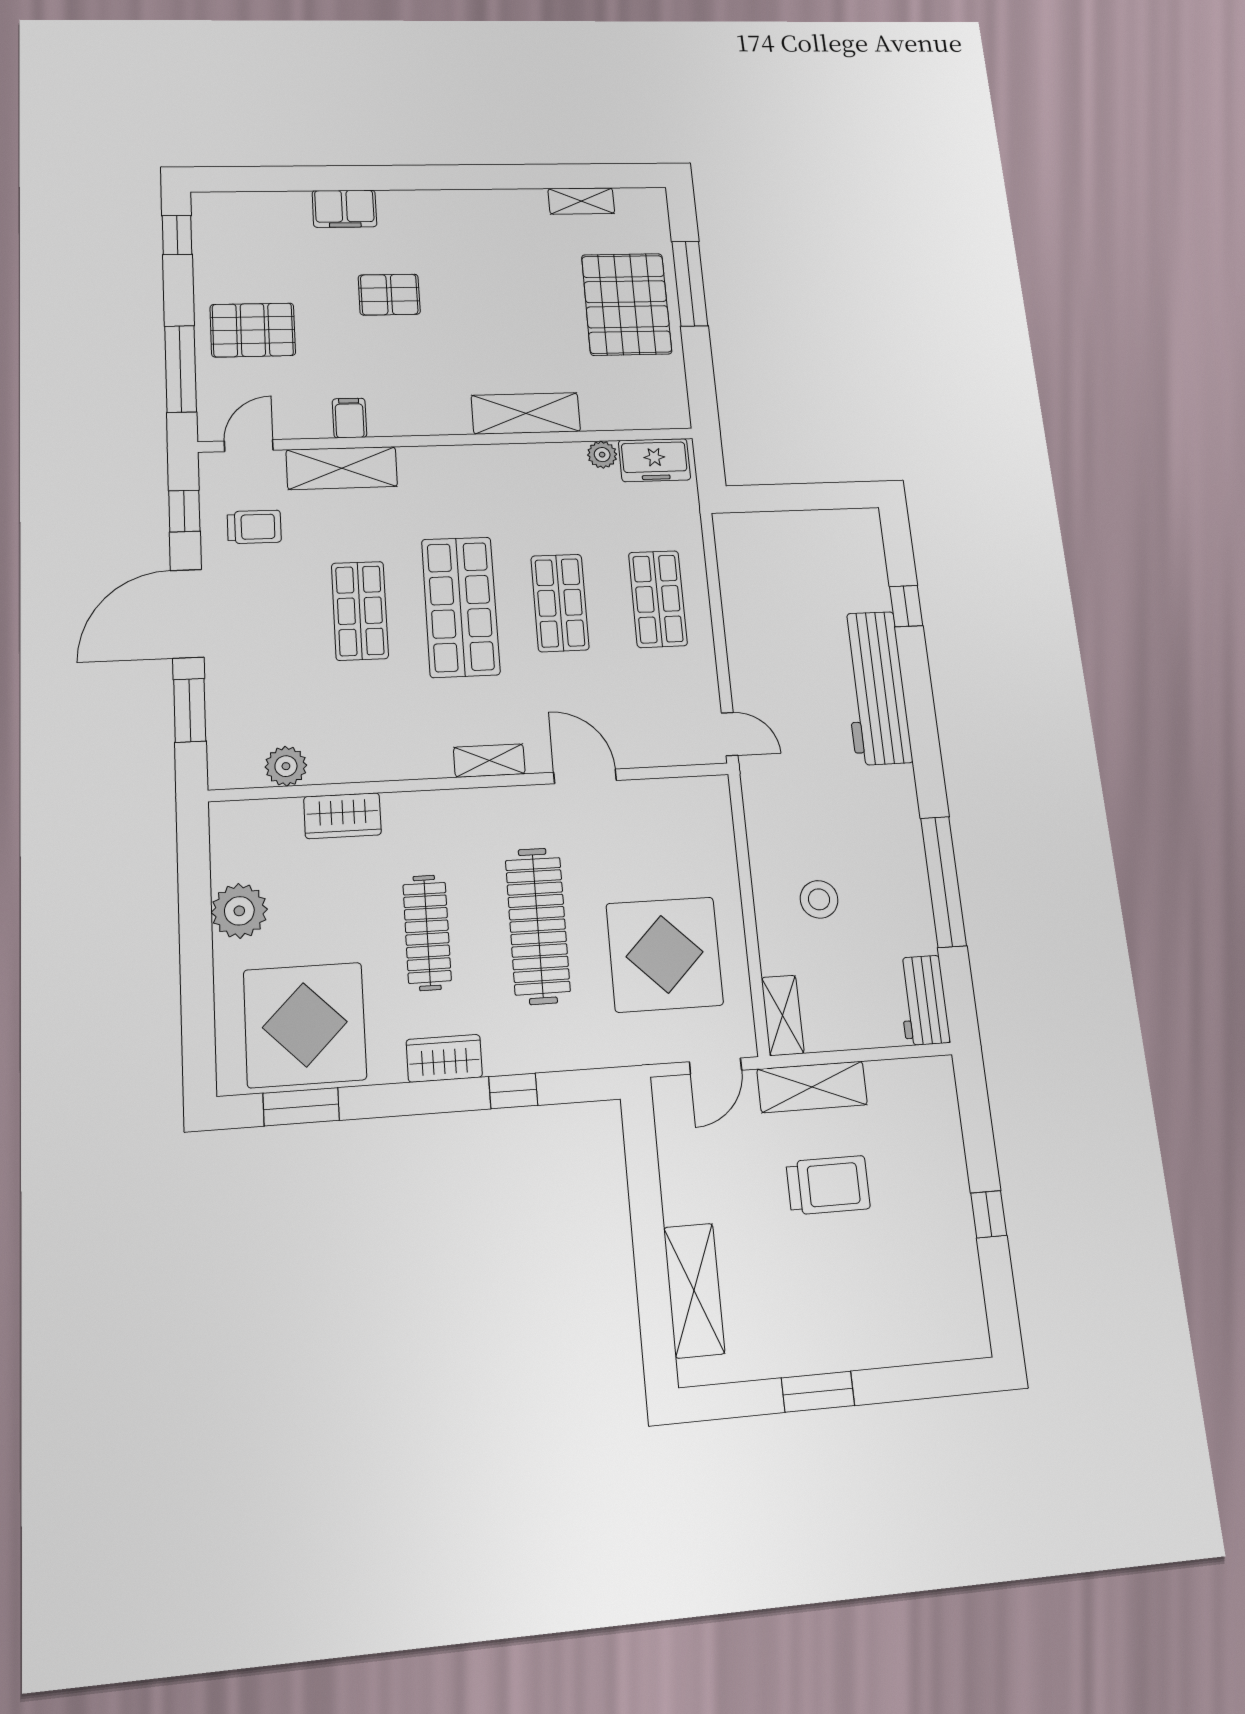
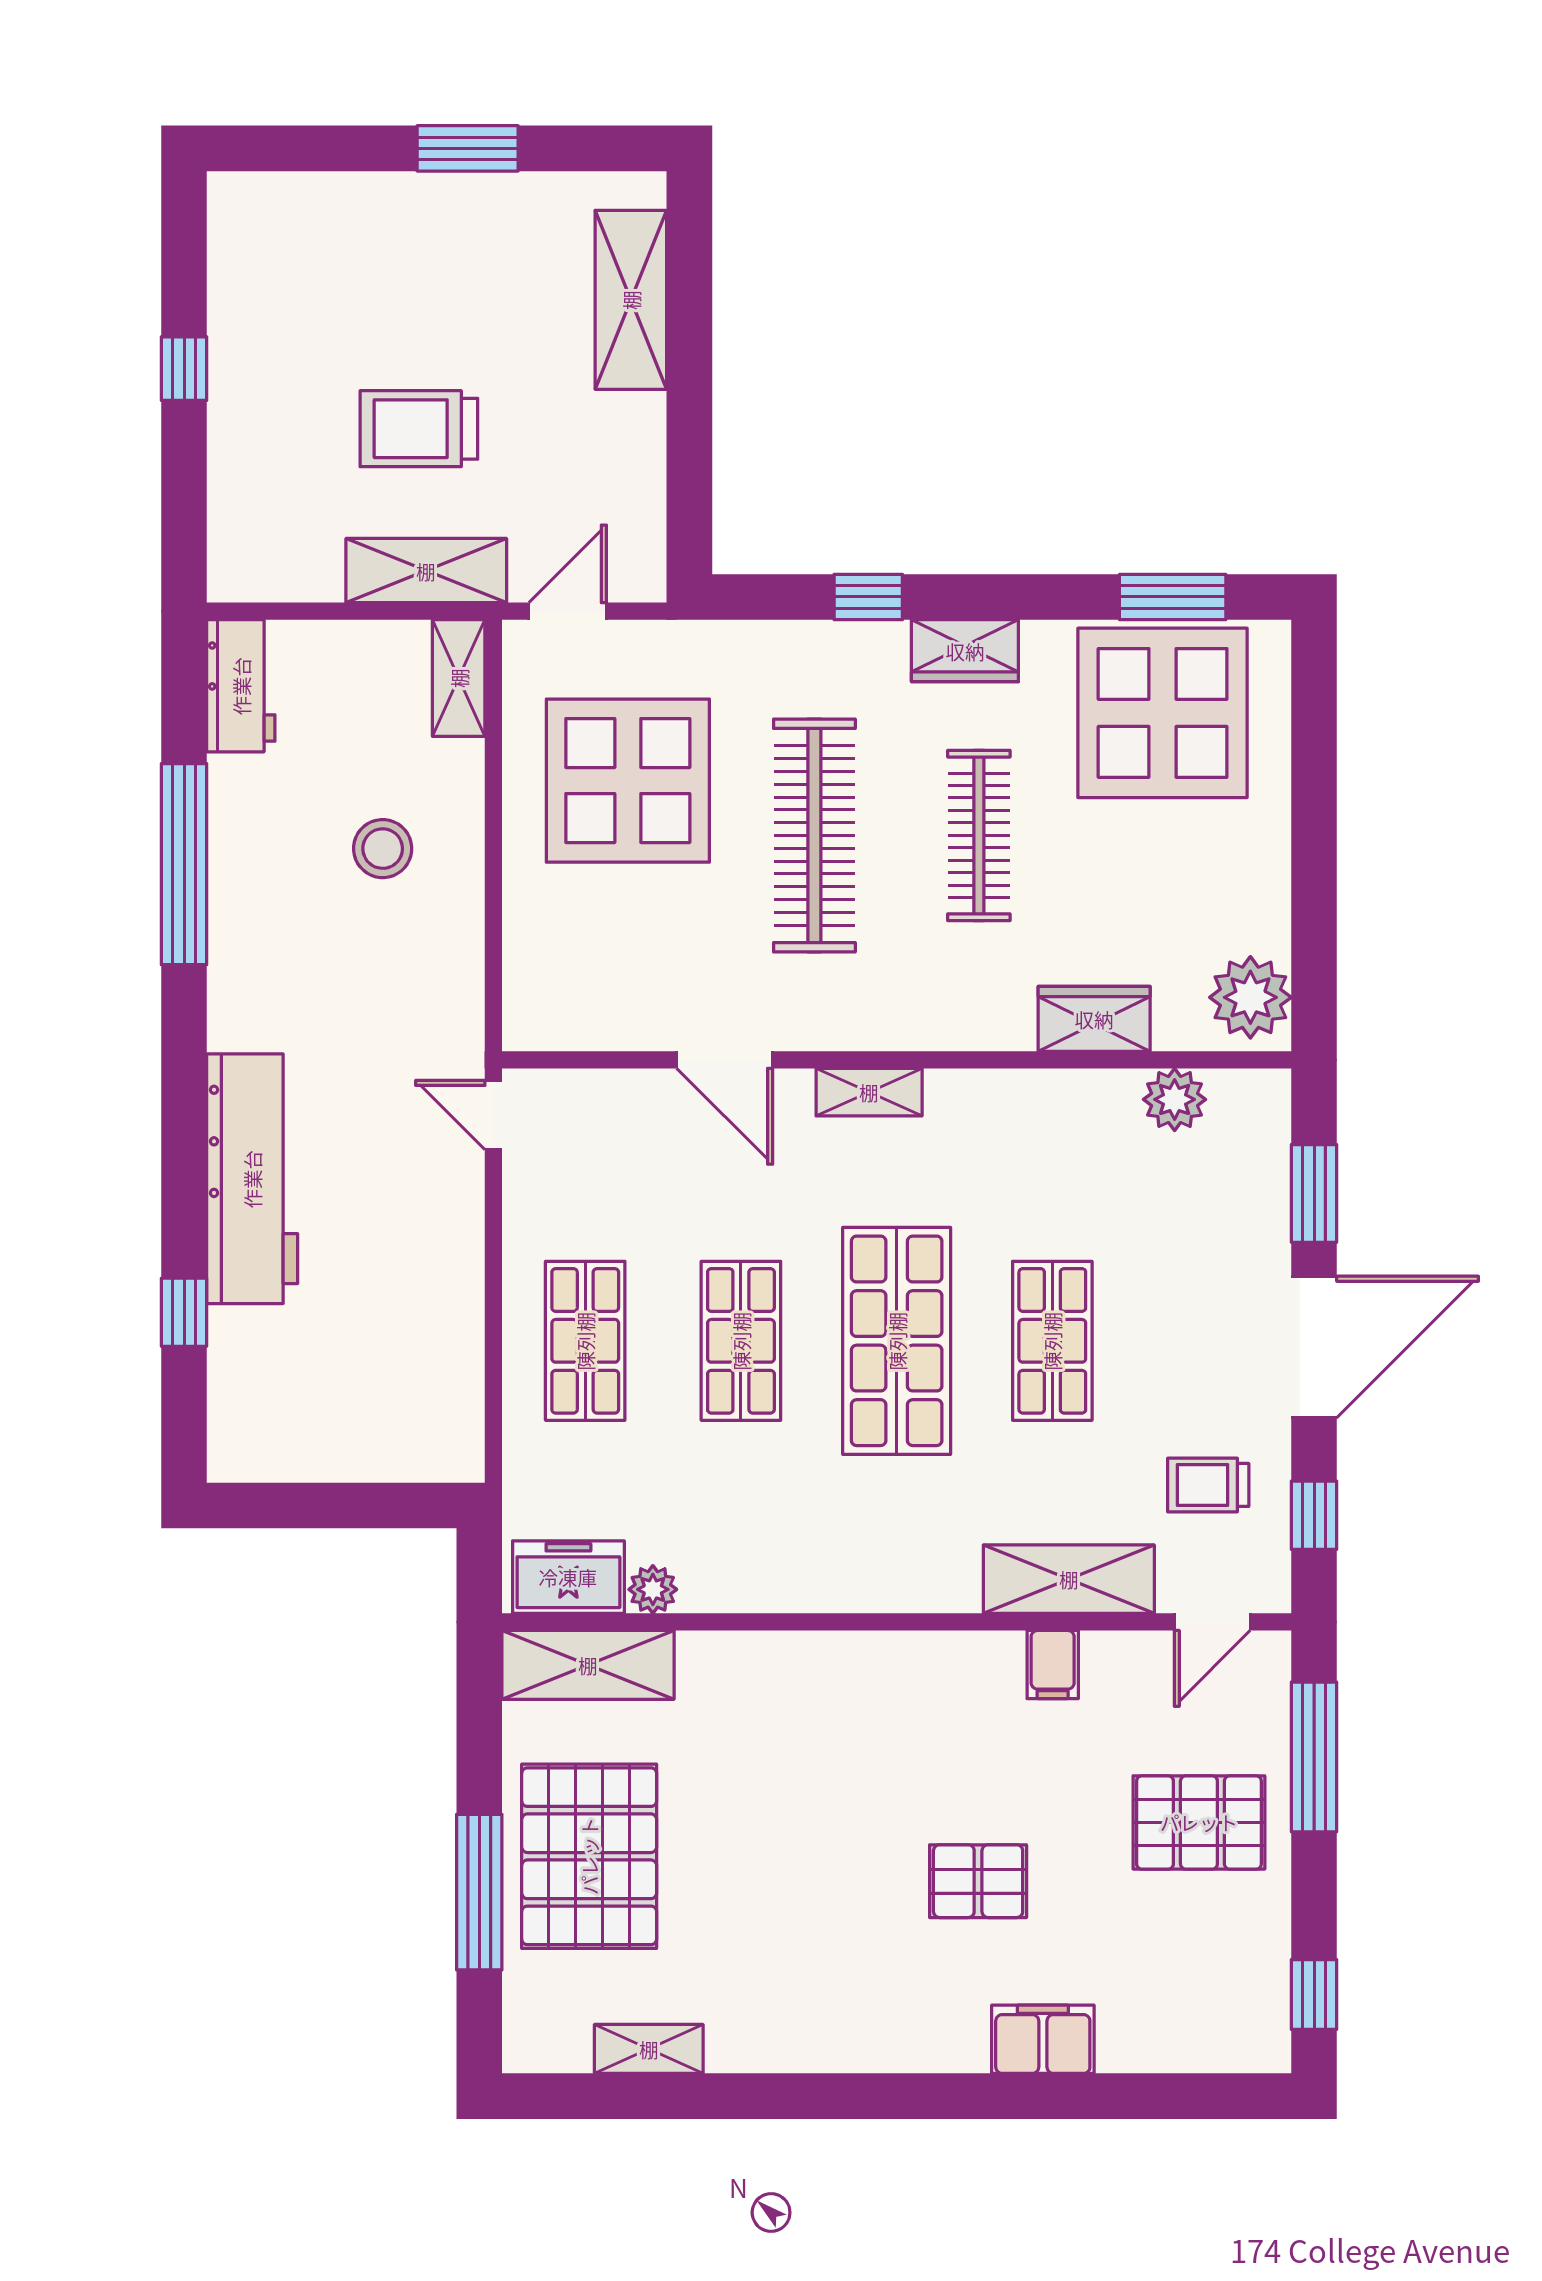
shelving: (526, 413) -> (588, 1665), moved
plant: (239, 911) -> (1250, 997), moved

